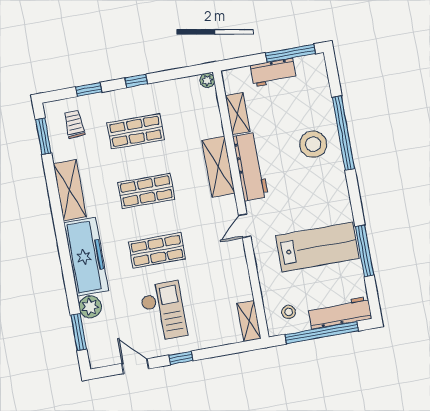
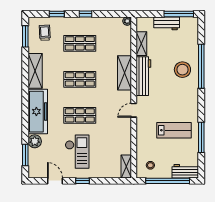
lab bench: (317, 247) -> (174, 130), width x0.73, depth x0.72
workbench: (340, 313) -> (185, 171), width x0.73

